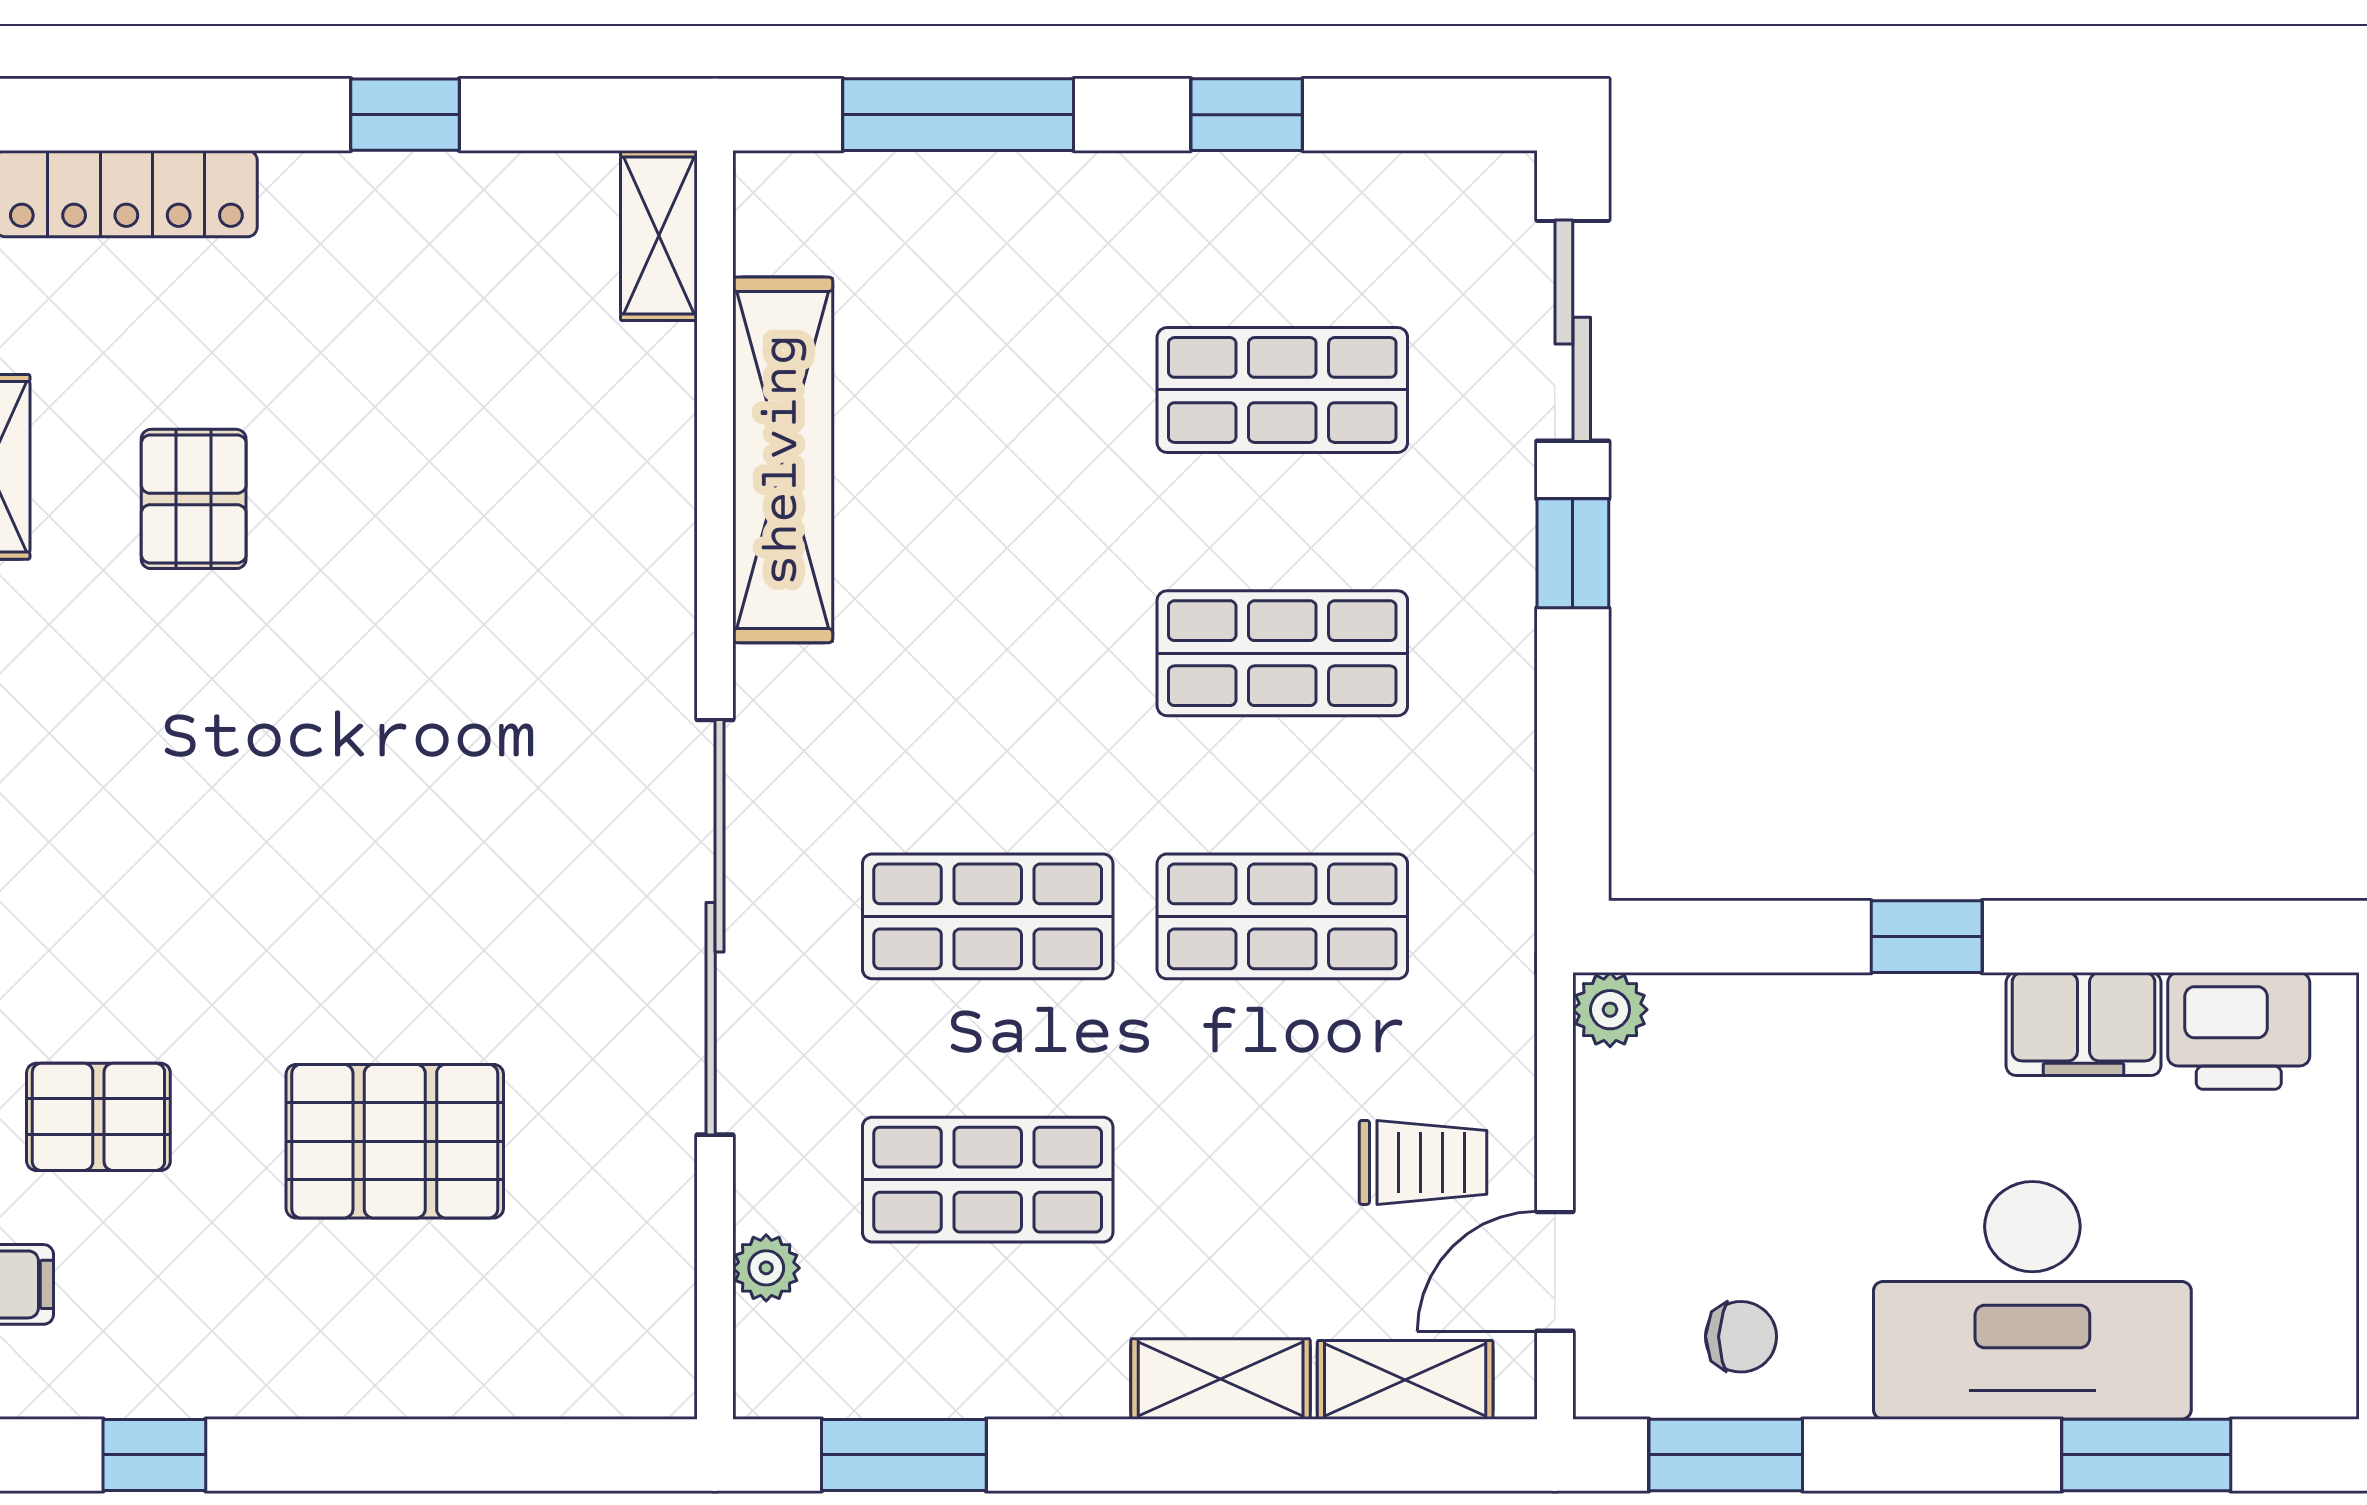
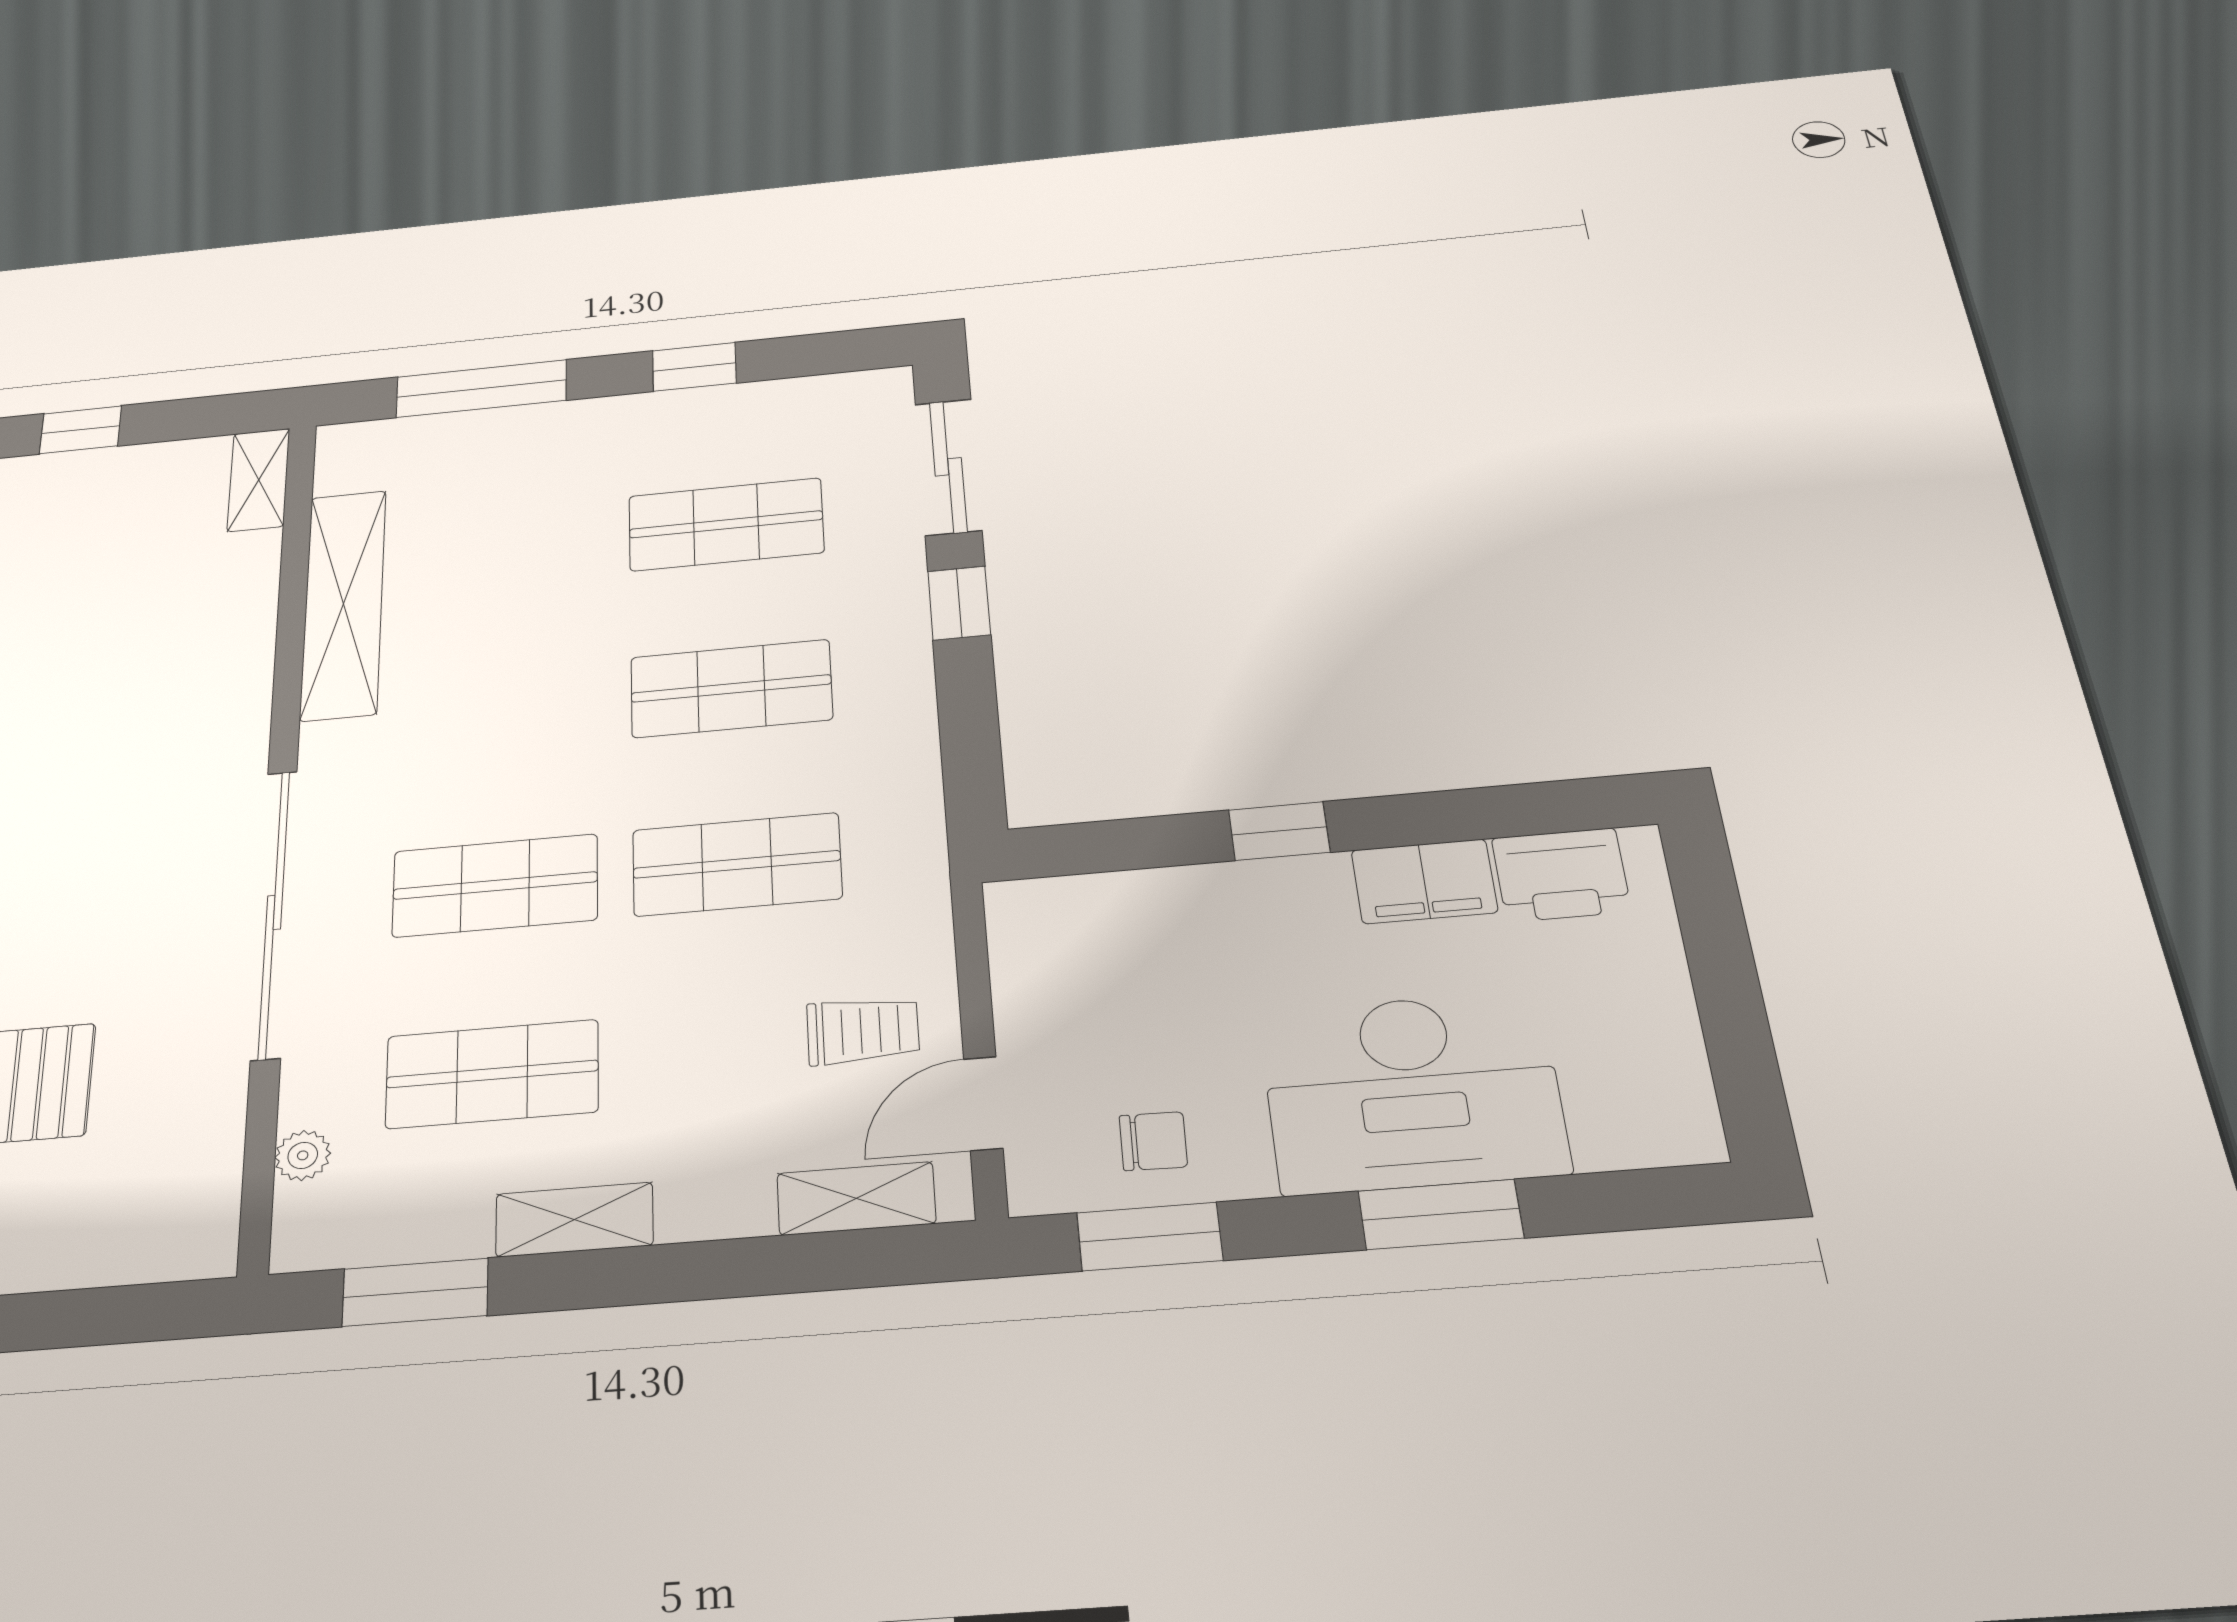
plant: (1610, 1010) -> (1015, 906), removed
shelving: (1221, 1379) -> (574, 1220), moved
window: (2146, 1455) -> (1441, 1214), moved

